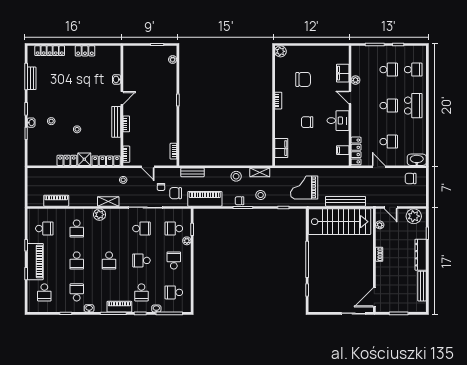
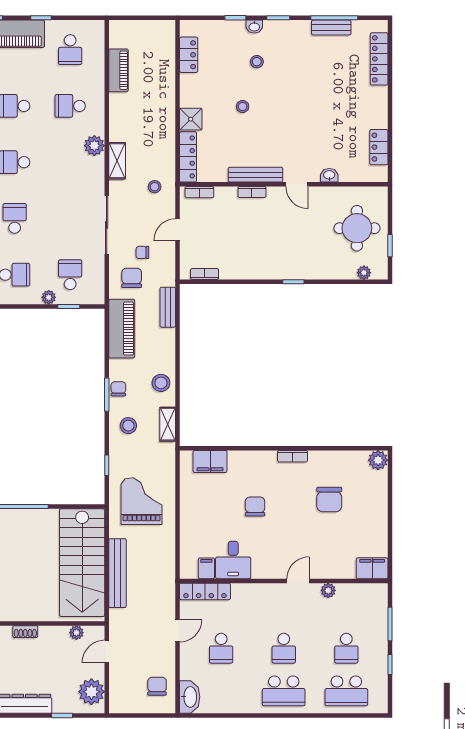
locker: (85, 51) -> (379, 147), moved
round table: (147, 64) -> (357, 228), added
school desk: (413, 70) -> (346, 691), width x1.85
filing cabinet: (343, 73) -> (372, 568), moved
desk: (338, 121) -> (233, 560), moved
locker: (67, 160) -> (189, 55), moved
school desk: (141, 229) -> (70, 218), removed

